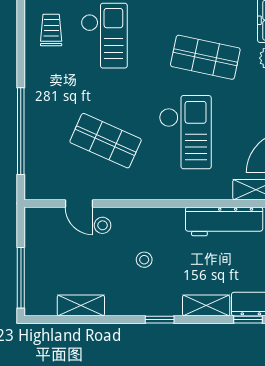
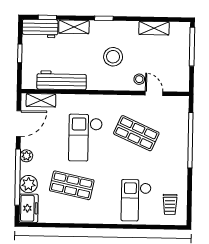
stool: (144, 260) -> (113, 57), width x1.89, depth x1.89

